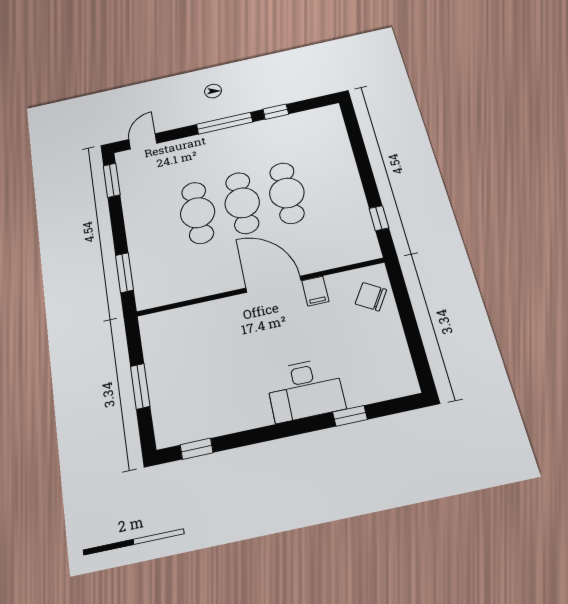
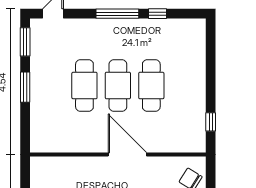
window: (124, 273) -> (25, 87), moved
filing cabinet: (315, 291) -> (155, 166), removed

